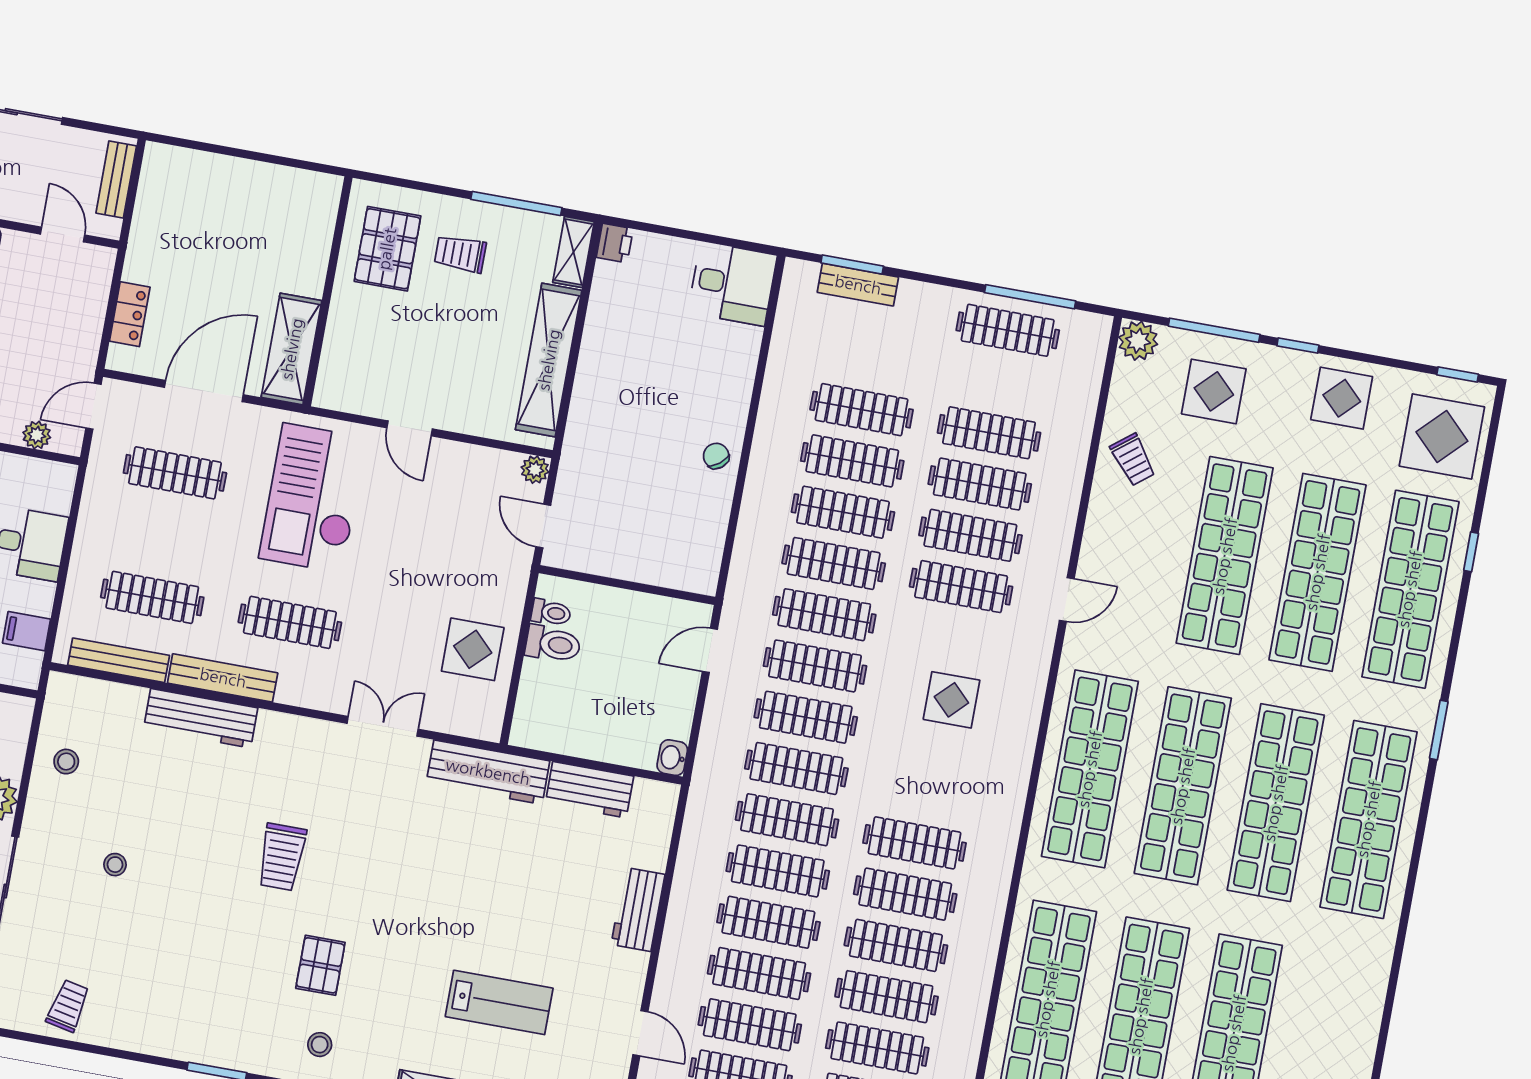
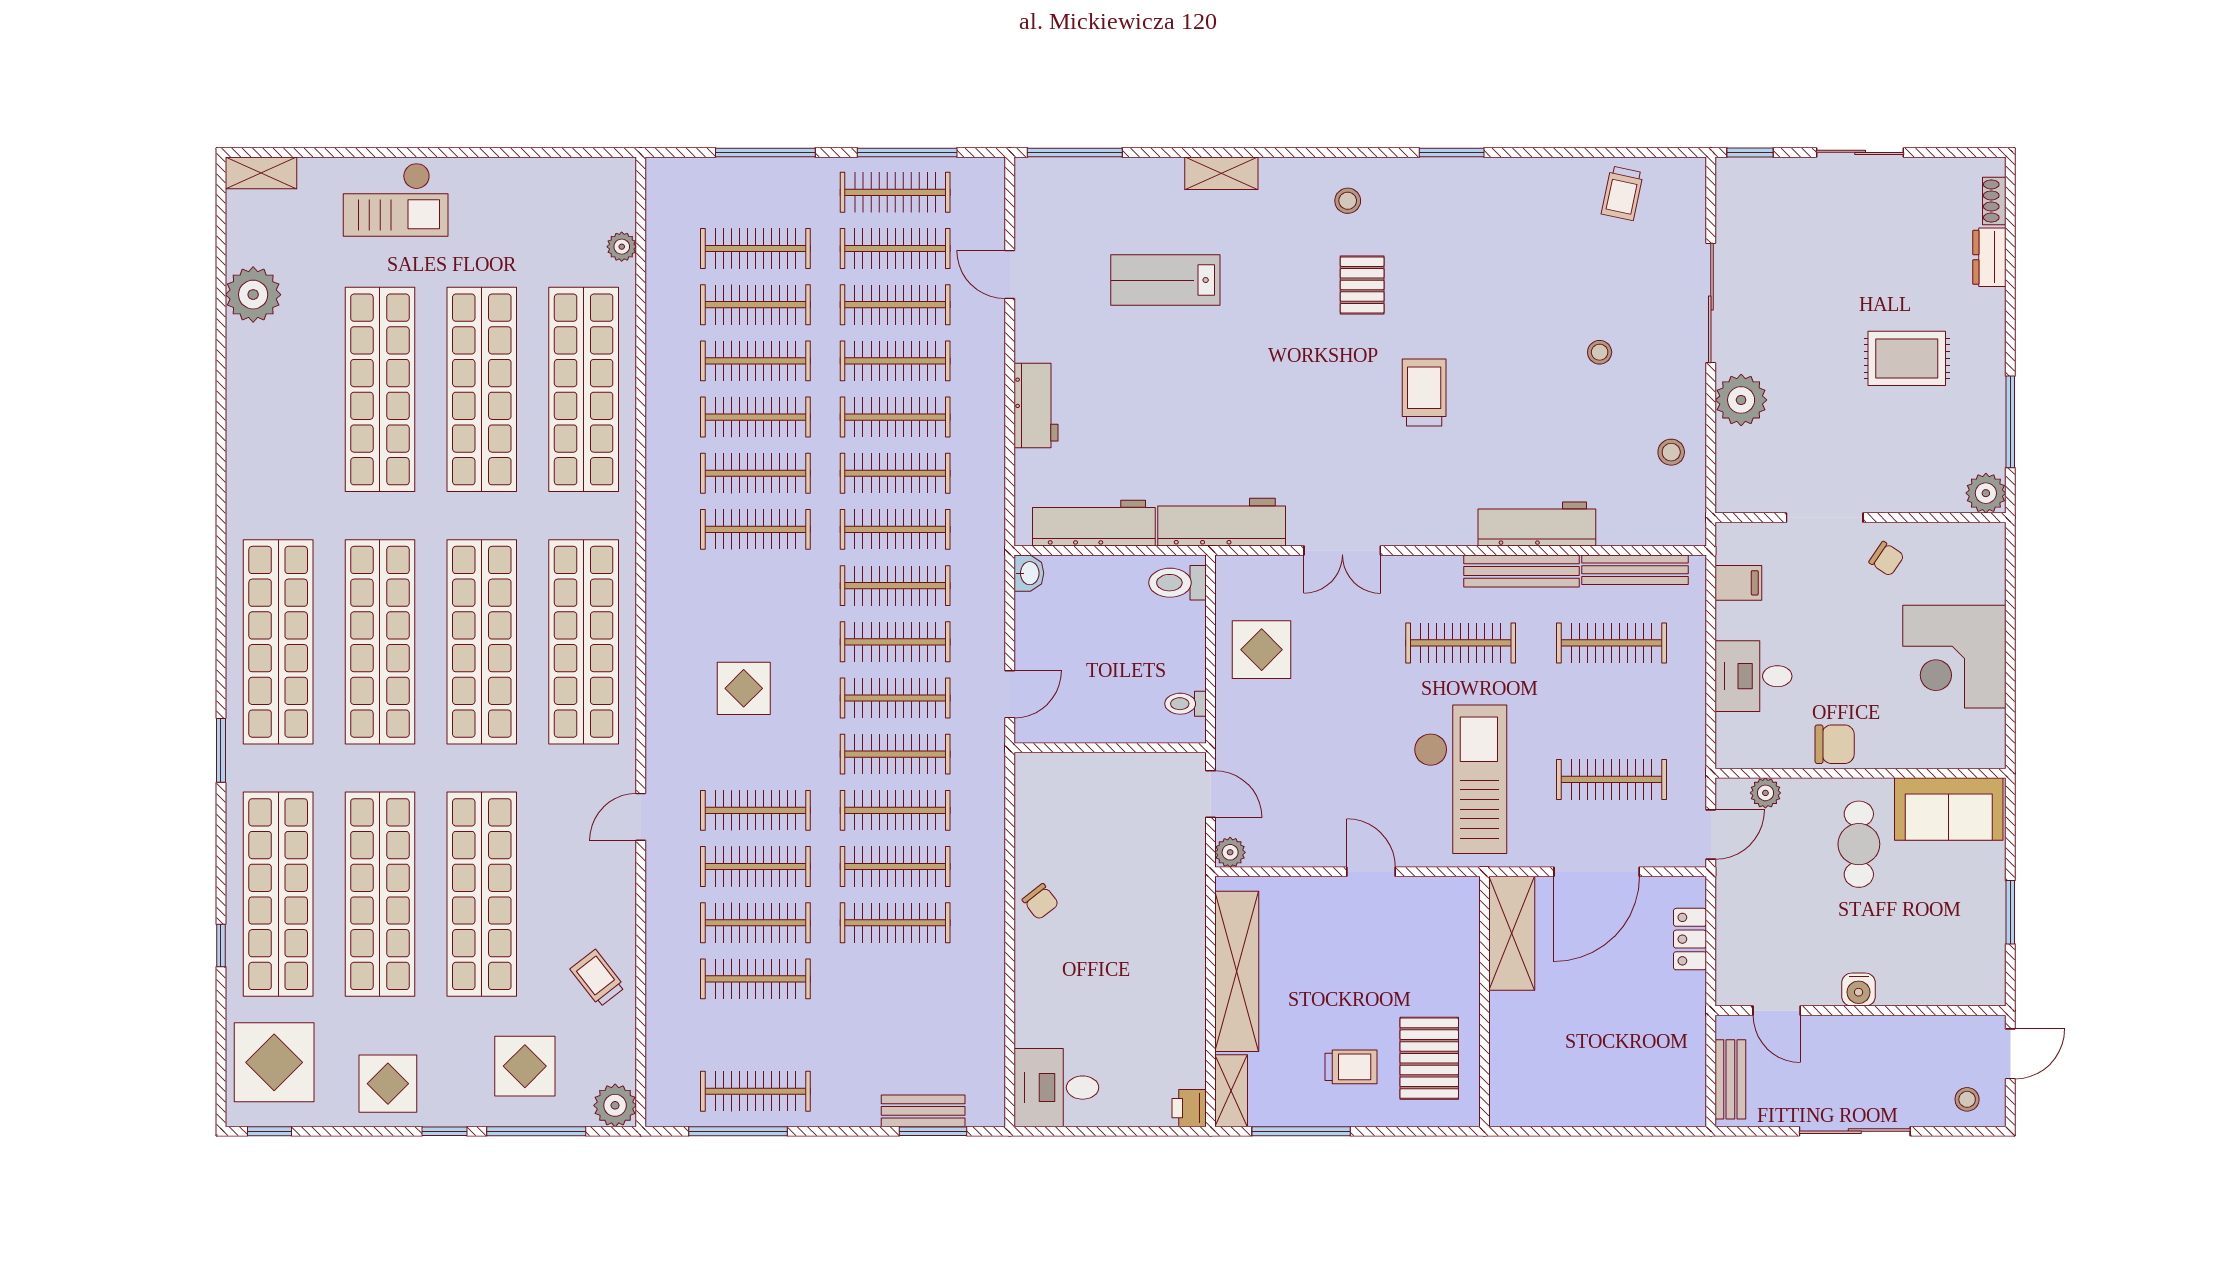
clothes rail: (862, 410) -> (895, 979), removed
toilet: (553, 644) -> (1177, 583), moved
workbench: (589, 790) -> (1094, 523), width x1.37

